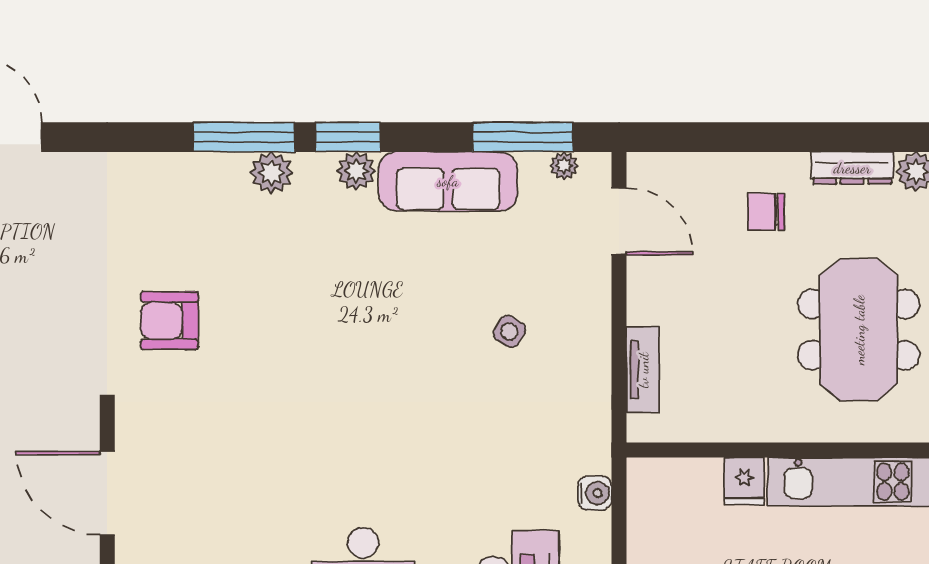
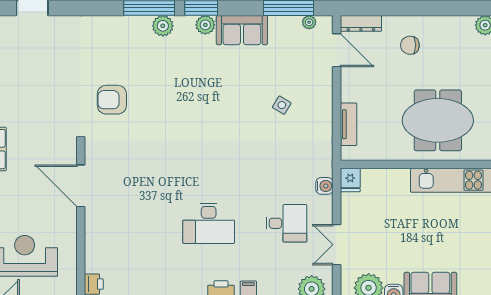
dresser: (852, 168) -> (361, 23), moved
sofa: (448, 181) -> (242, 30), width x0.73
meeting table: (859, 330) -> (438, 120), moved, turned 90
fridge: (744, 481) -> (350, 180), moved

